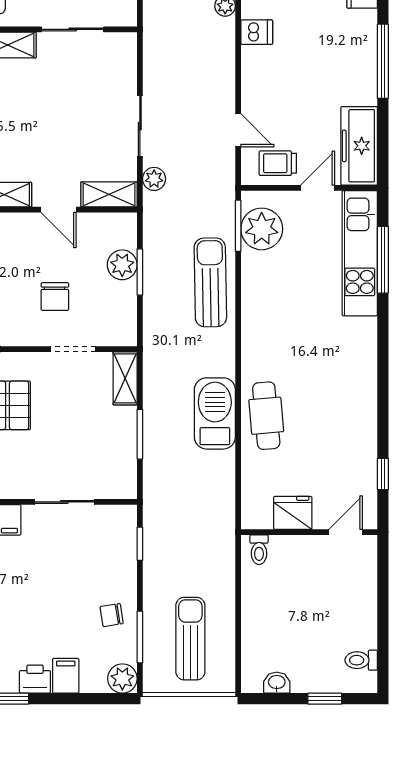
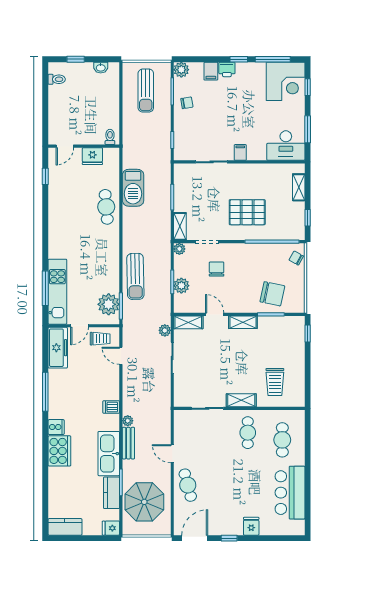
plant: (126, 335) -> (179, 249), added
barbecue: (215, 413) -> (133, 188), moved

